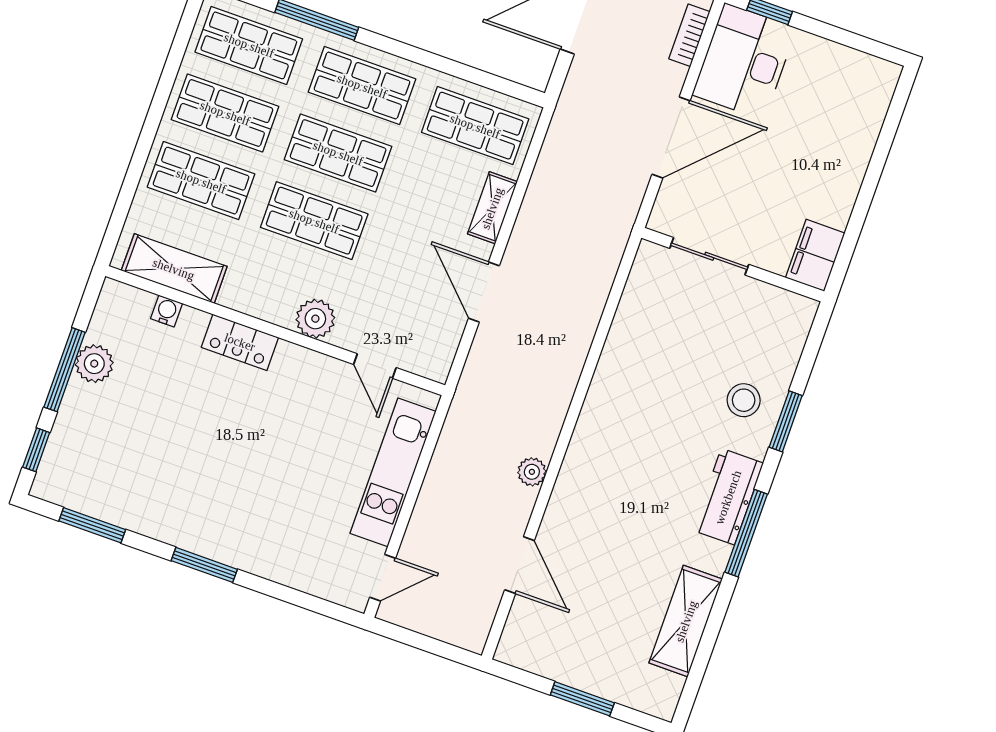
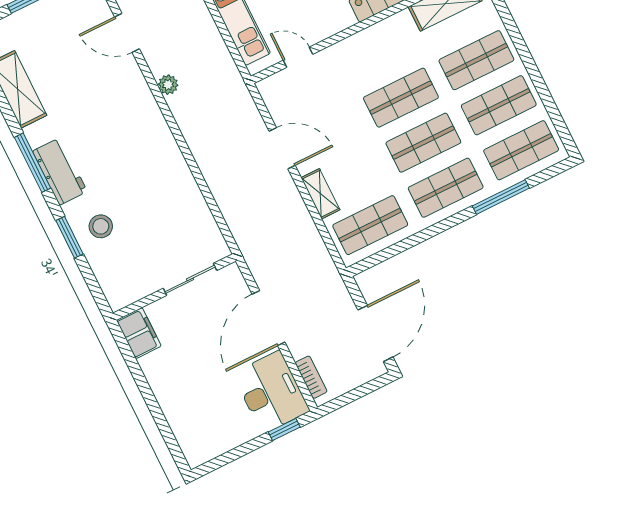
plant: (315, 319) -> (351, 50), removed

